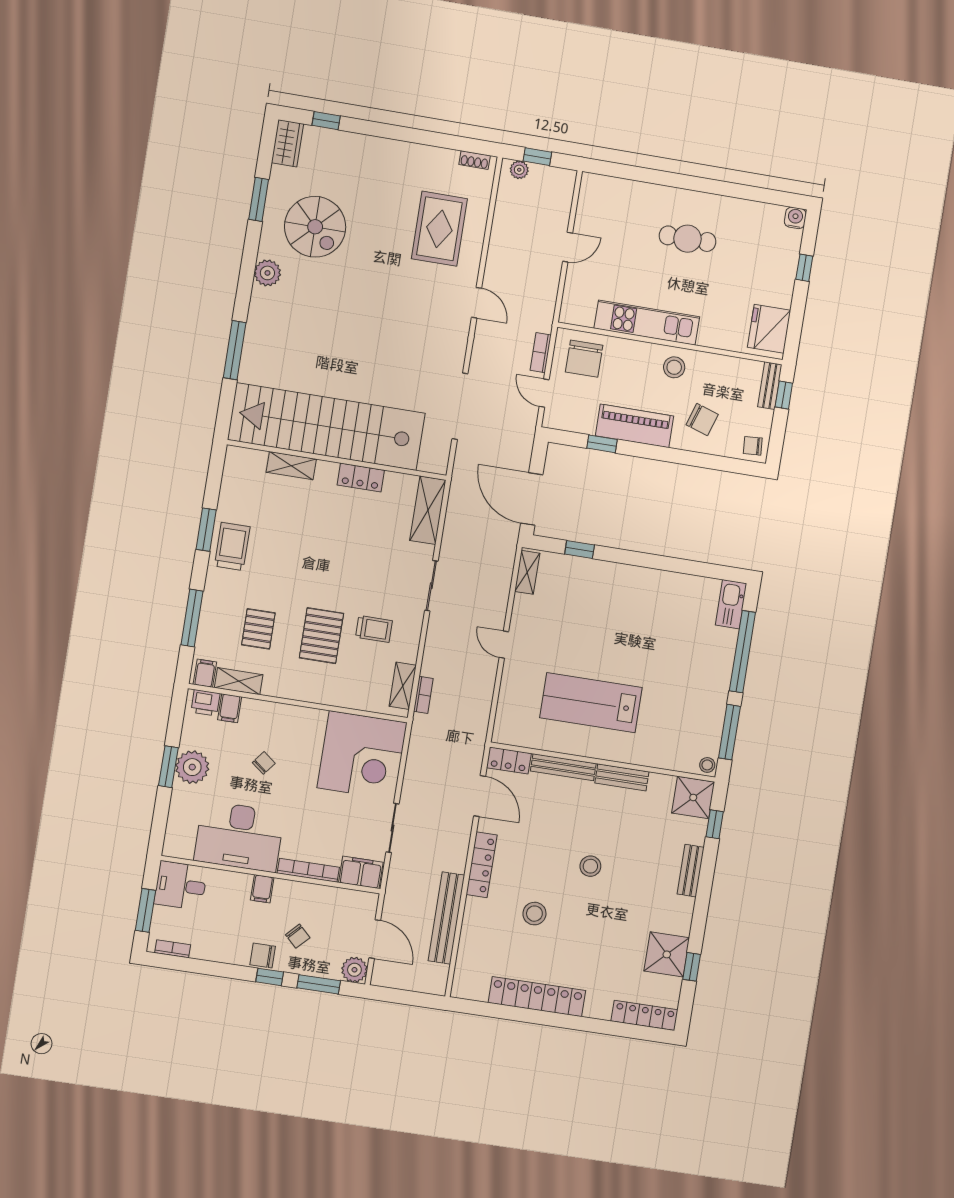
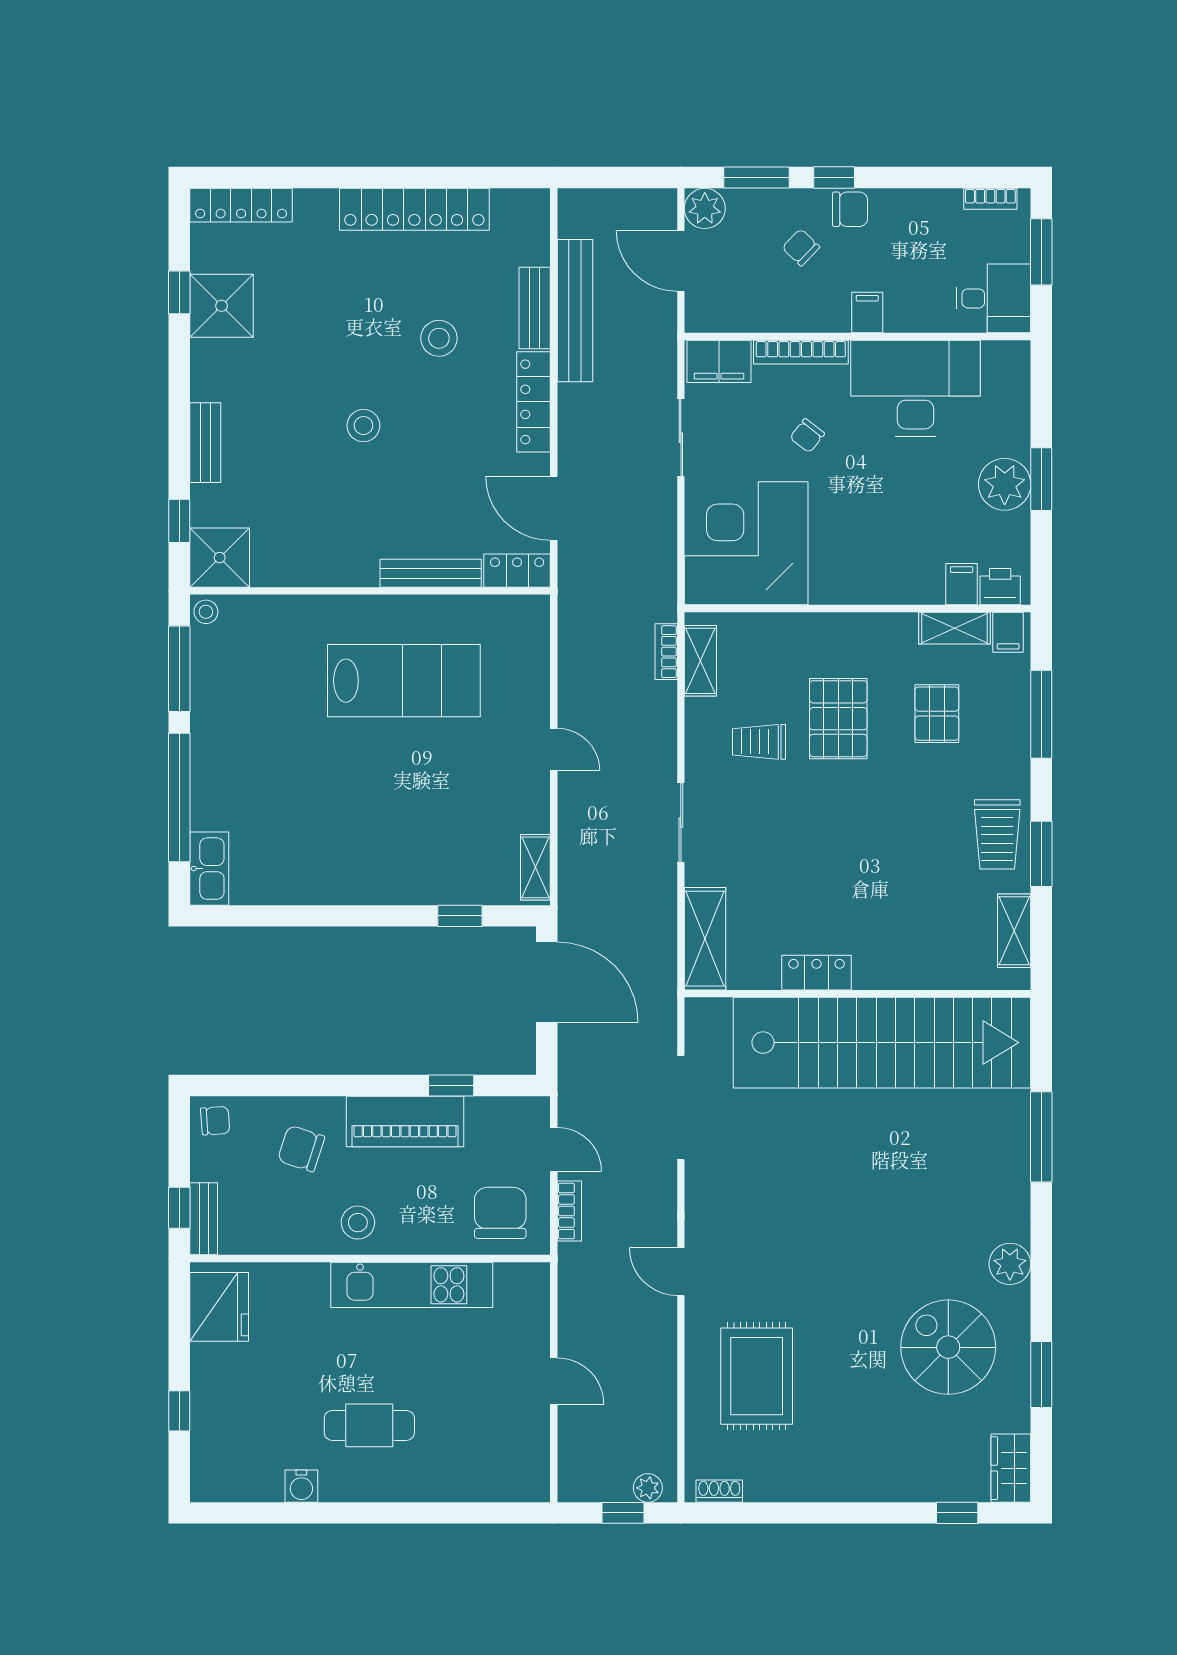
water cooler: (795, 218) -> (301, 1486), moved
door: (568, 247) -> (554, 1381), swing flipped
shelving: (291, 466) -> (1014, 931), moved, turned 90
chair: (264, 763) -> (807, 436), moved
bench: (622, 777) -> (535, 308), moved, turned 90

